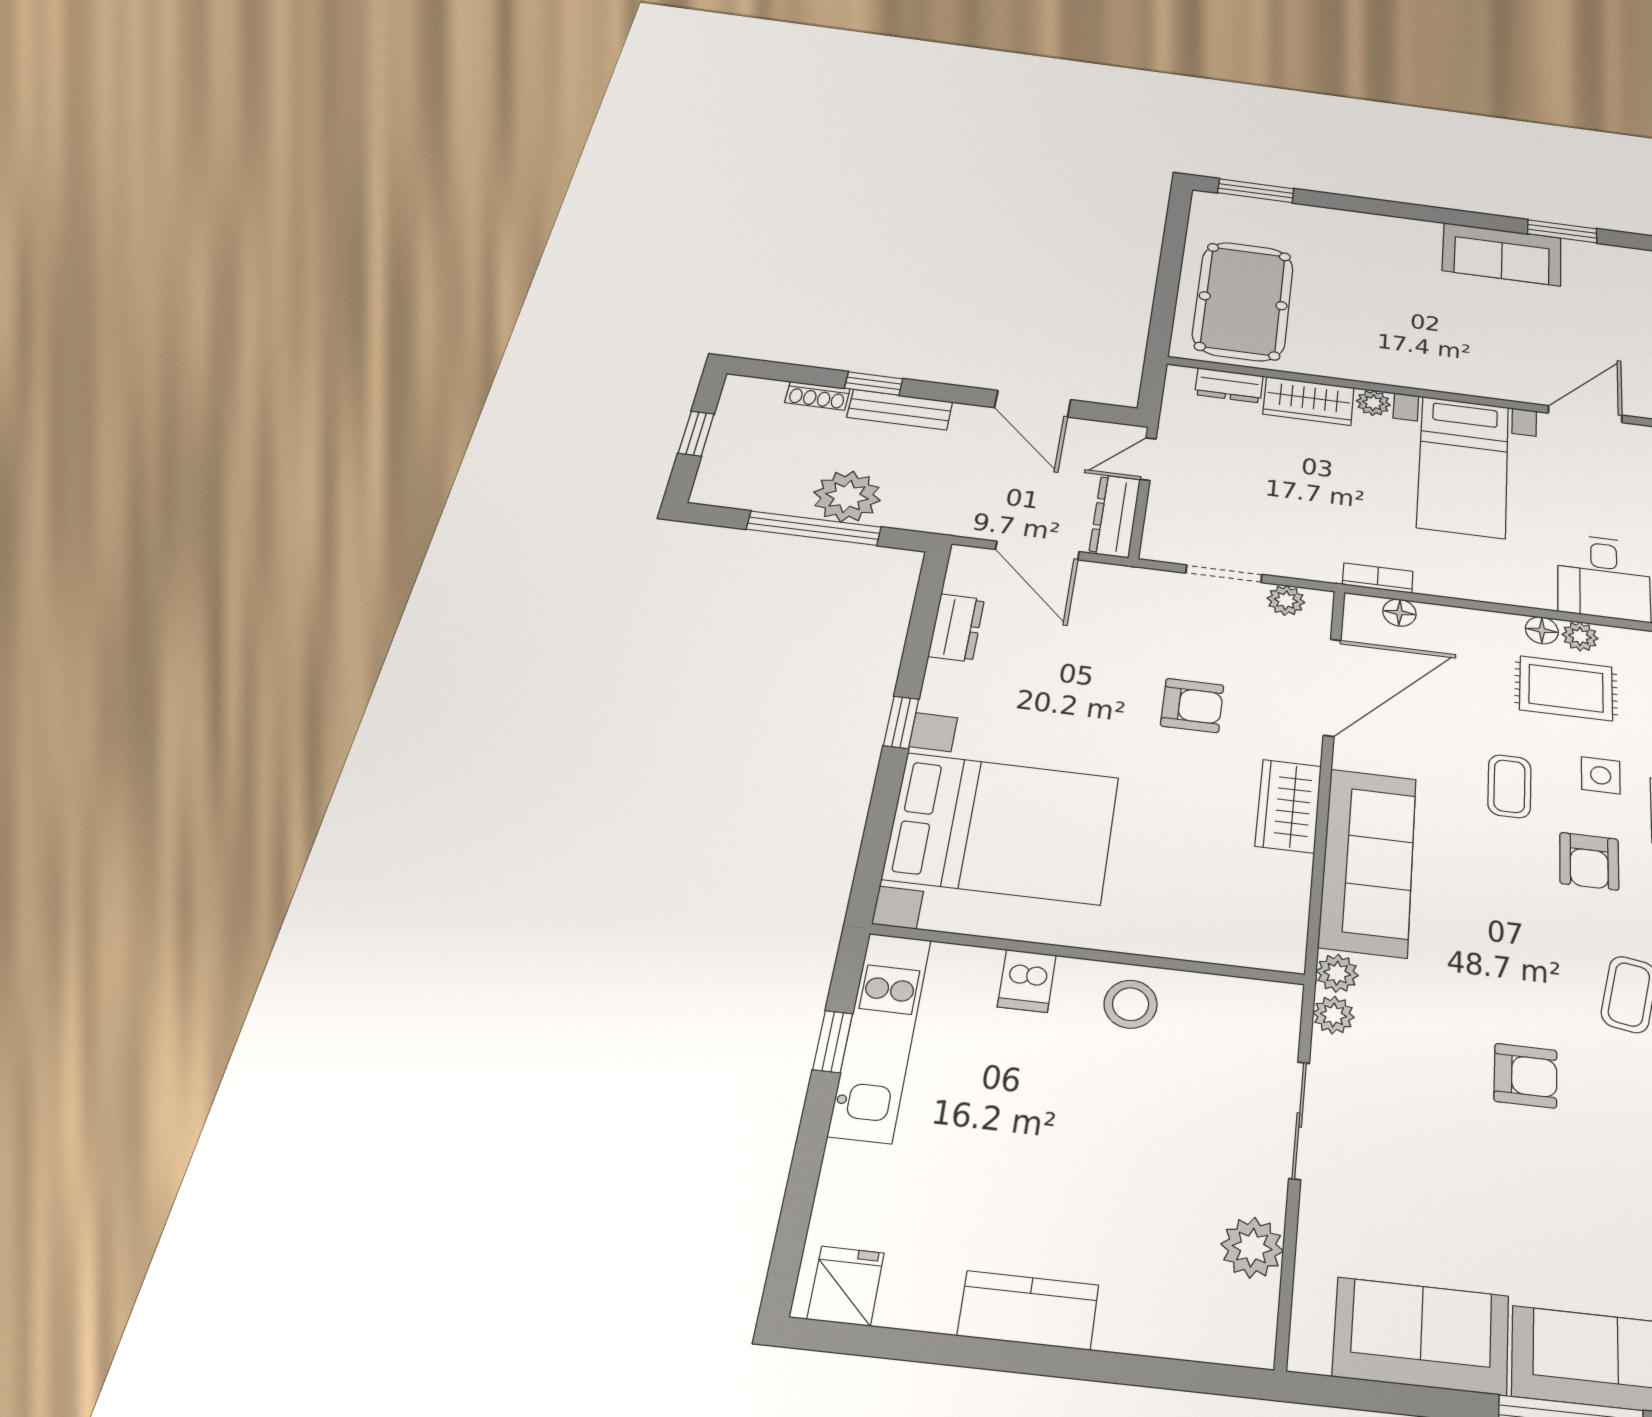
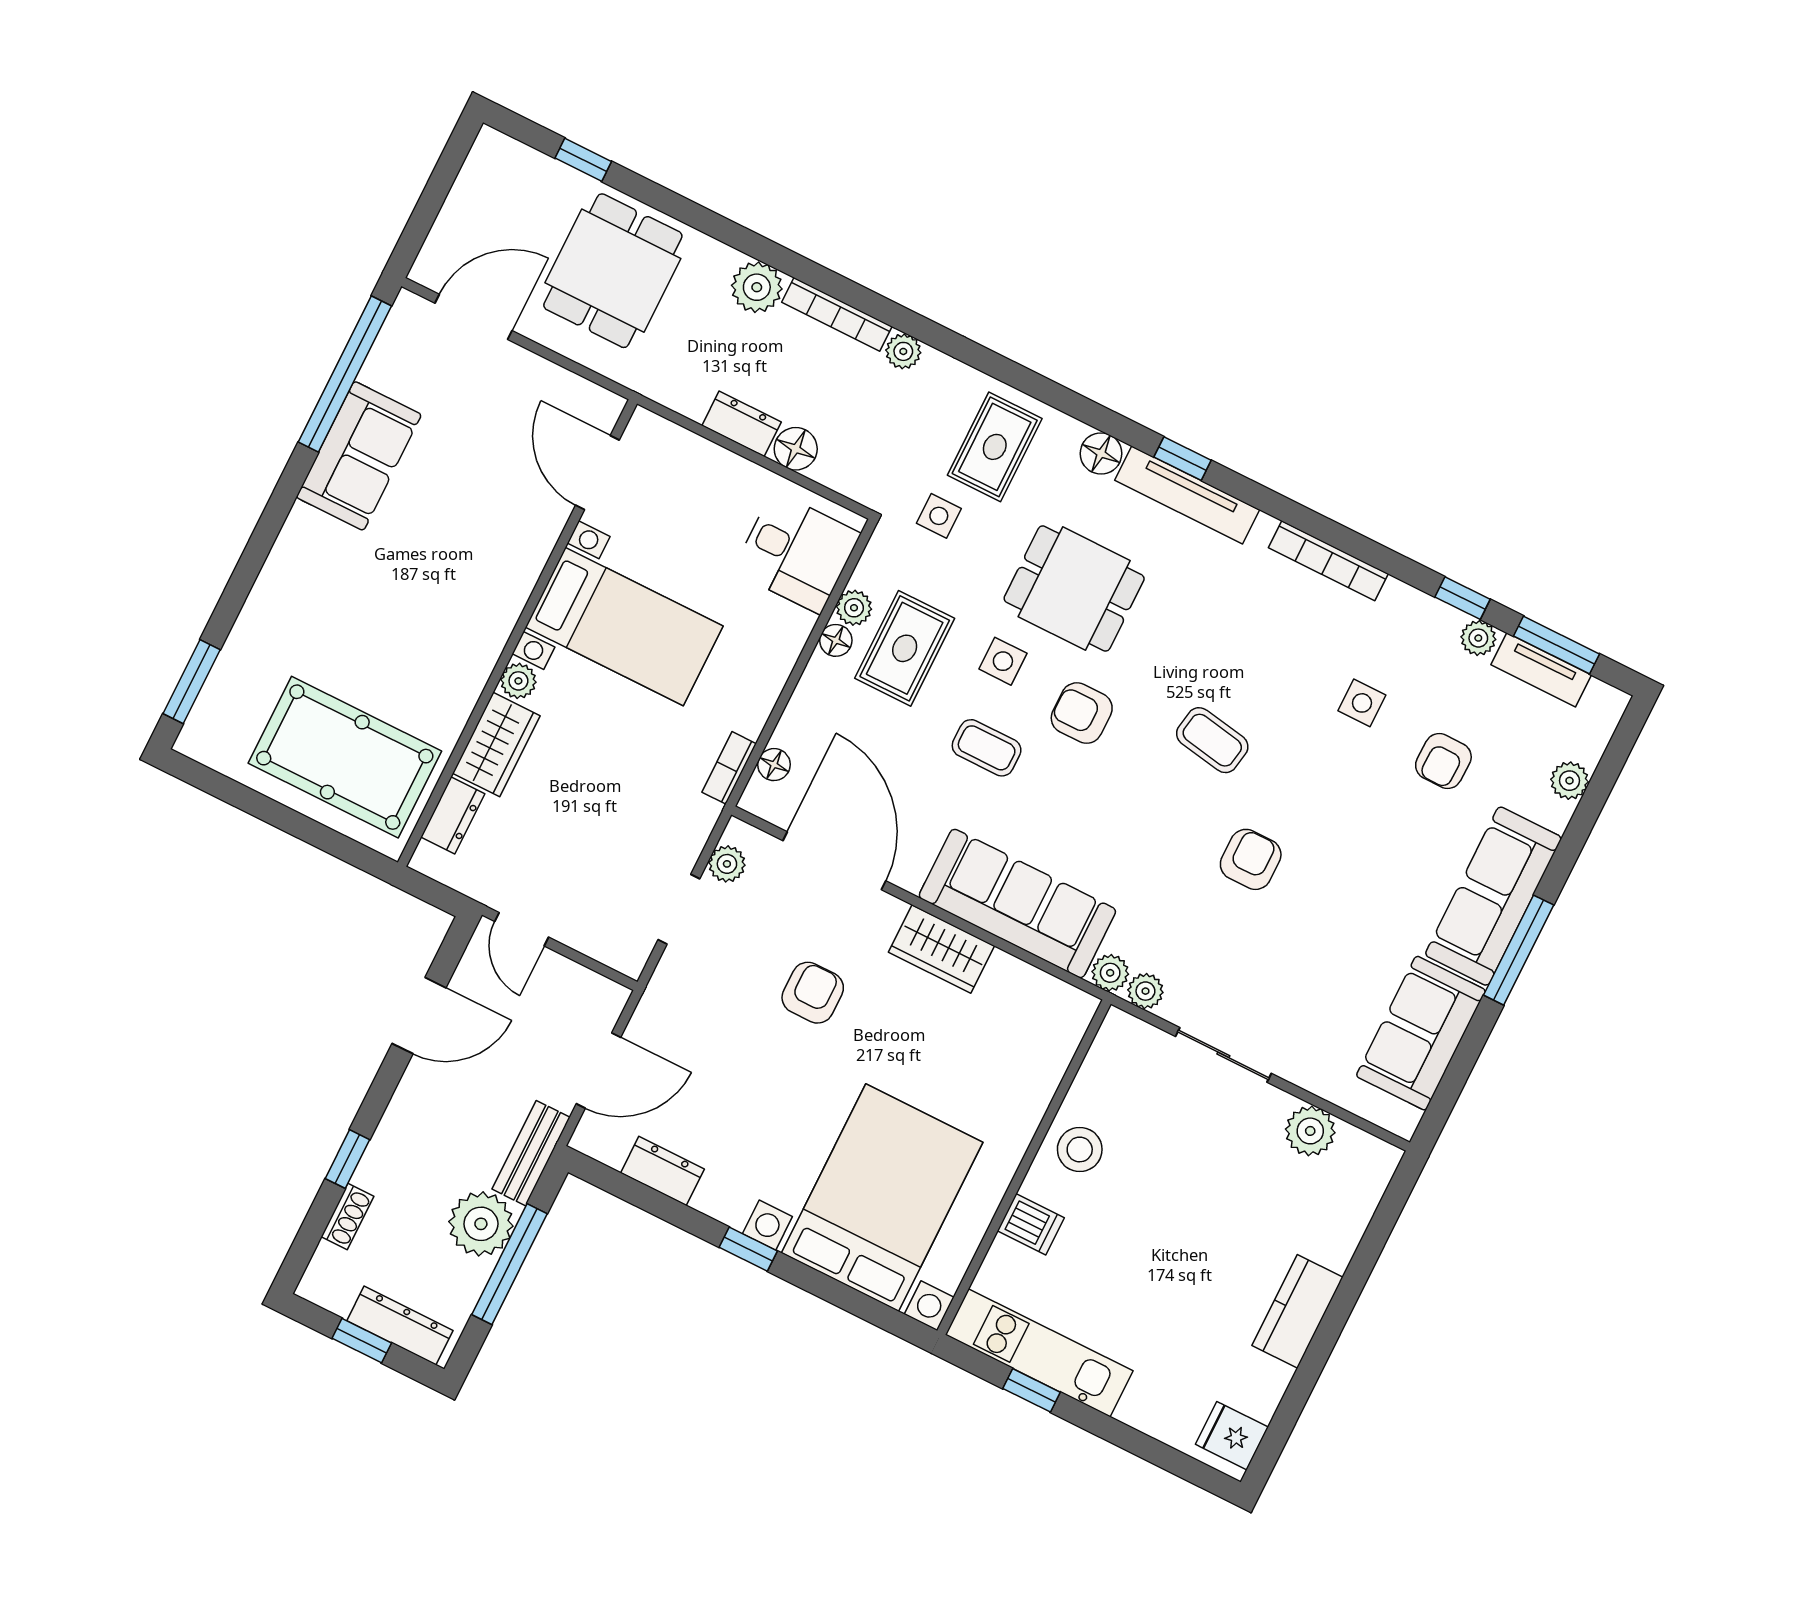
window: (1562, 231) -> (345, 374), width x2.11
bench: (900, 410) -> (531, 1153), moved
dresser: (1115, 516) -> (400, 1326), moved, turned 180
armchair: (1589, 861) -> (1082, 713), turned 180

